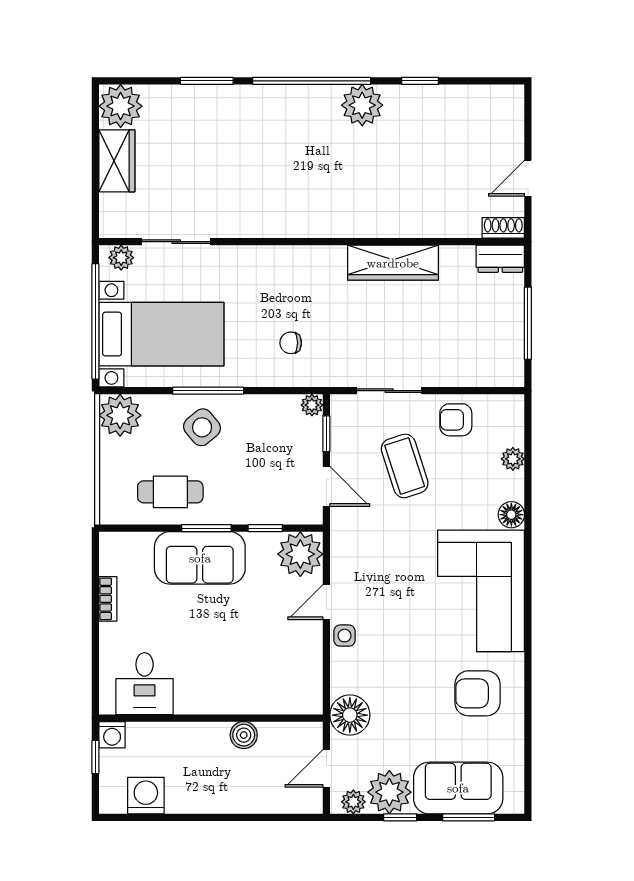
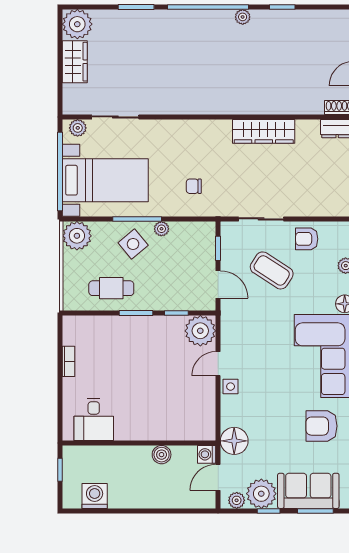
plant: (362, 105) -> (243, 17), width x0.53, depth x0.53
plant: (312, 405) -> (161, 229), moved
coffee table: (405, 466) -> (272, 270), turned -39
sofa: (200, 558) -> (131, 333), removed
washing machine: (112, 735) -> (207, 454), moved, turned 90

